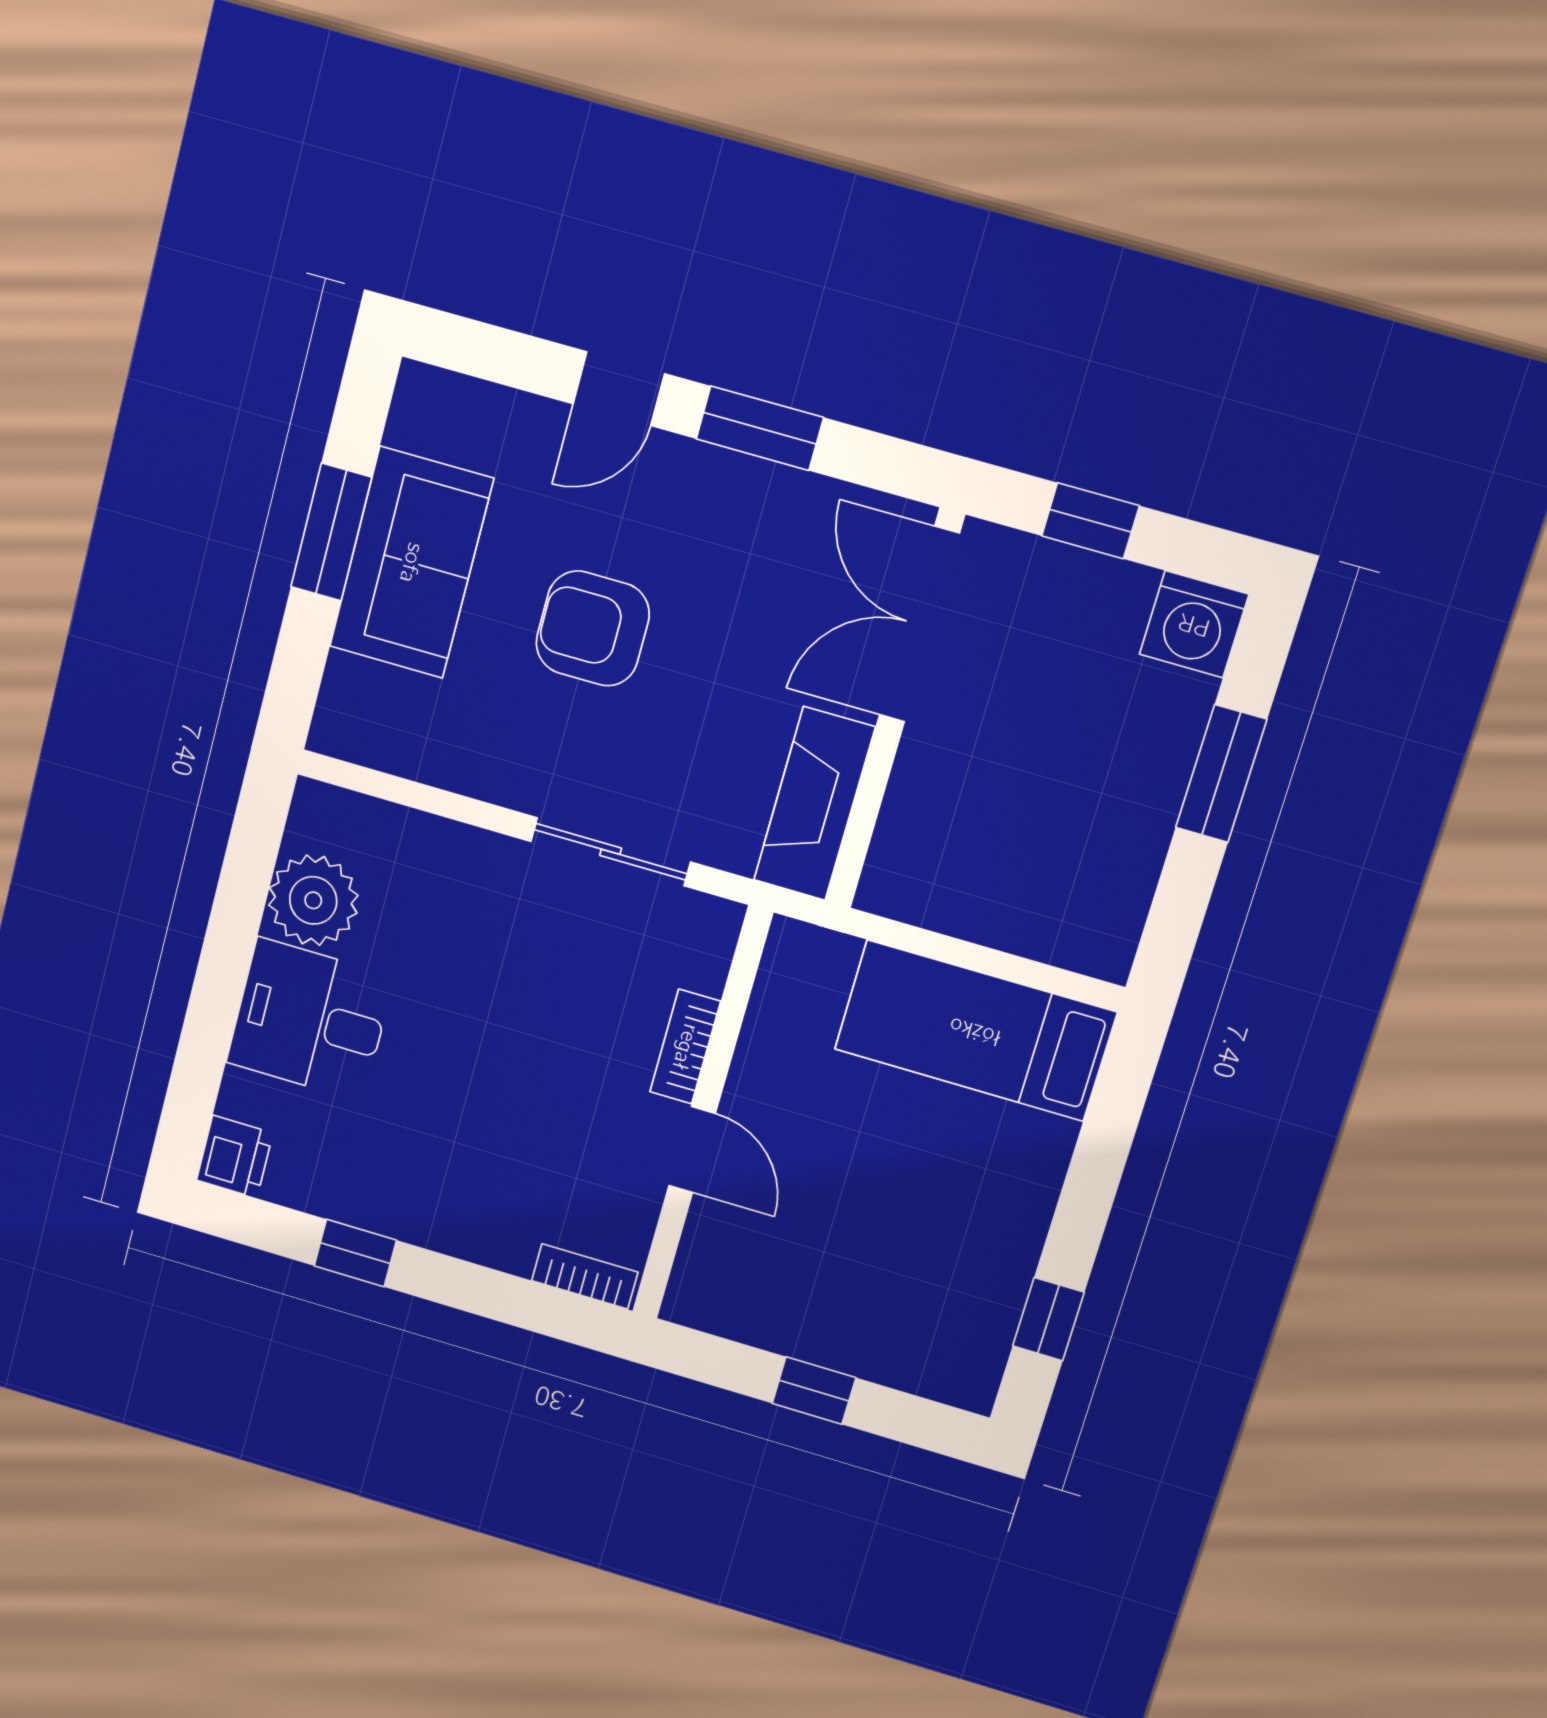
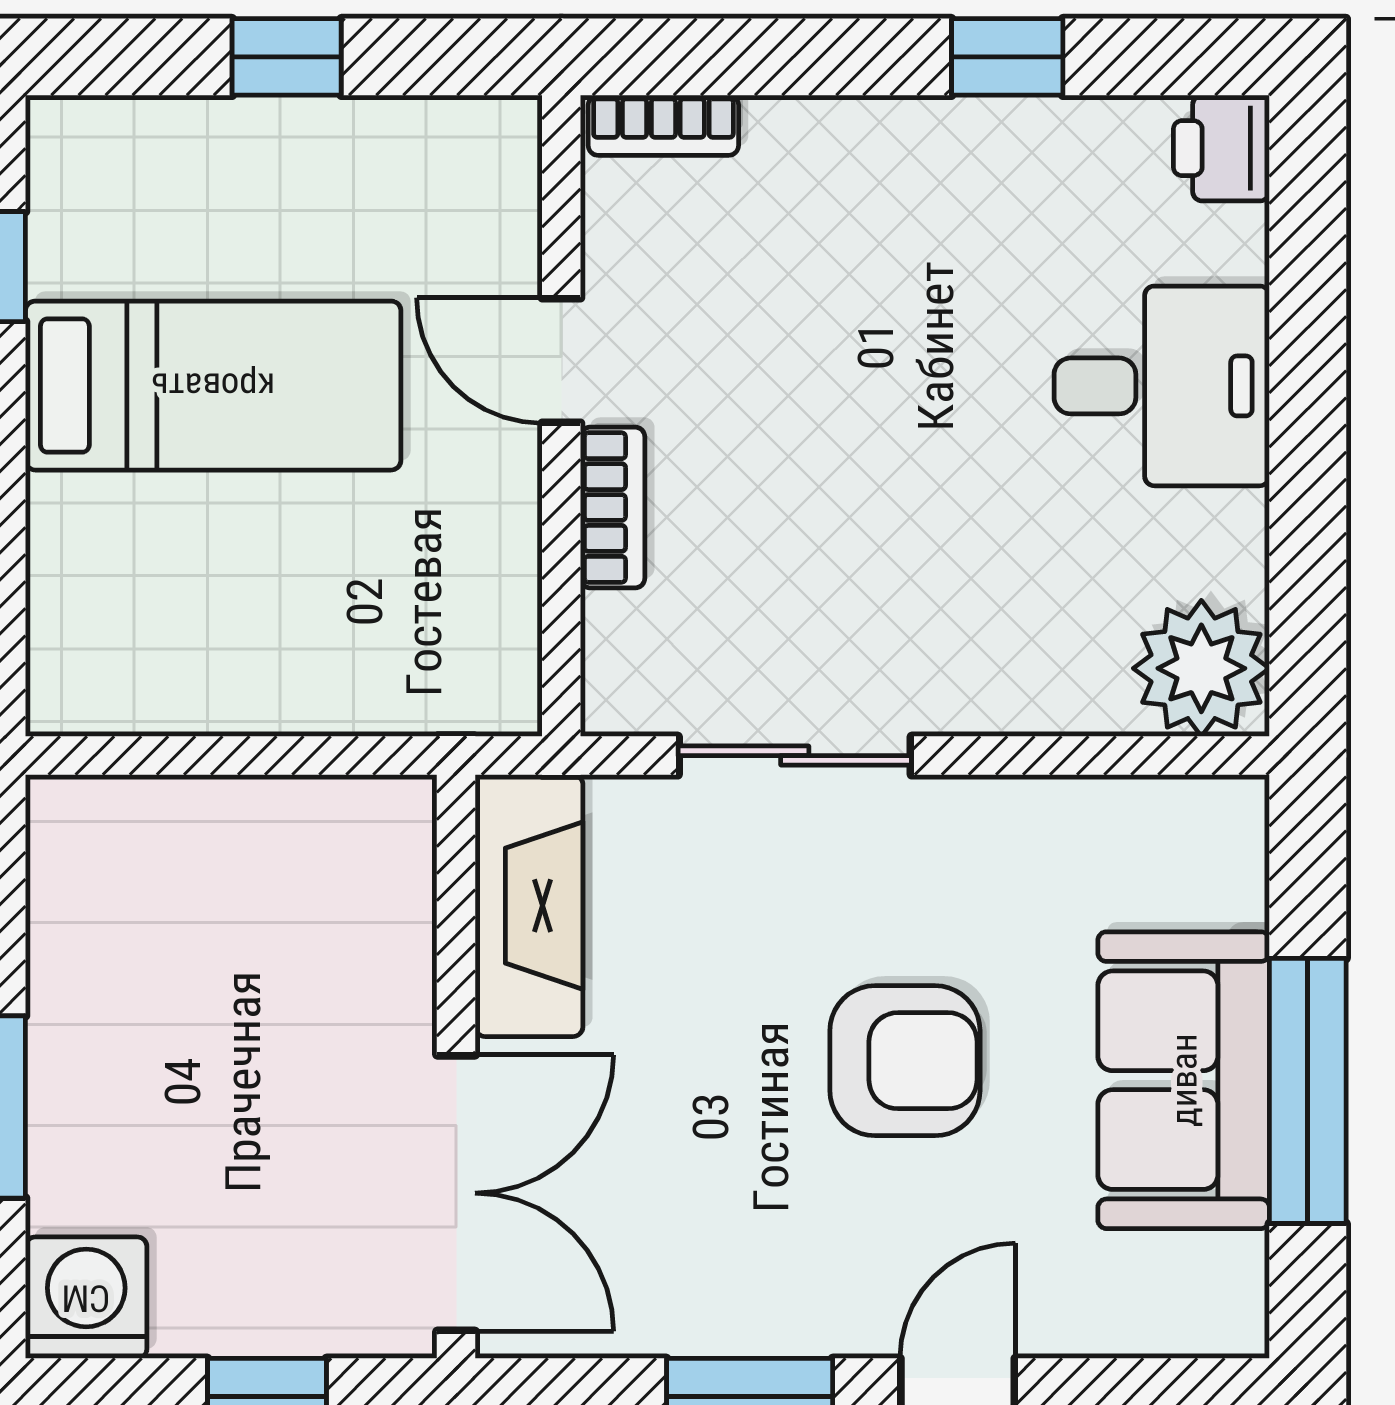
window: (331, 532) -> (1308, 1091), width x1.44
plant: (313, 900) -> (1201, 668), moved
bed: (975, 1031) -> (213, 386), moved

